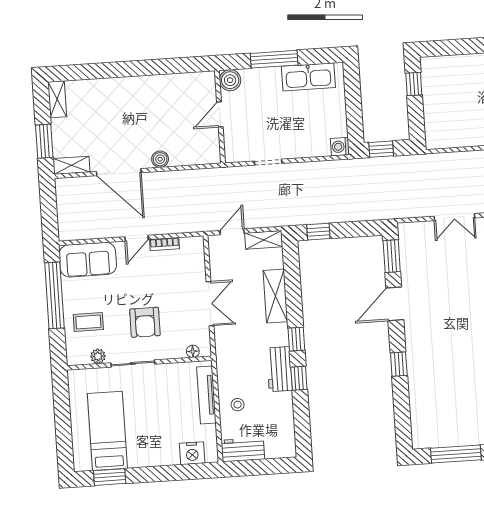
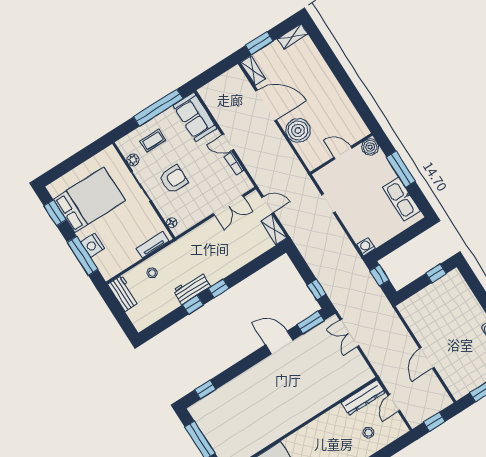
boiler: (160, 159) -> (298, 130), width x1.86, depth x1.86
door: (119, 172) -> (266, 105), swing flipped
double door: (454, 217) -> (349, 333), moved
window: (318, 232) -> (317, 290), moved
shelving: (275, 296) -> (240, 258), removed
double door: (210, 304) -> (228, 205), moved
coffee table: (88, 322) -> (153, 141), turned 90
armchair: (145, 322) -> (174, 179), turned 180
window: (399, 364) -> (205, 390), moved
tv unit: (206, 395) -> (152, 245), width x0.71
bed: (107, 431) -> (89, 200), width x1.50
nightstand: (192, 453) -> (93, 245), moved
window: (175, 473) -> (82, 256), added

